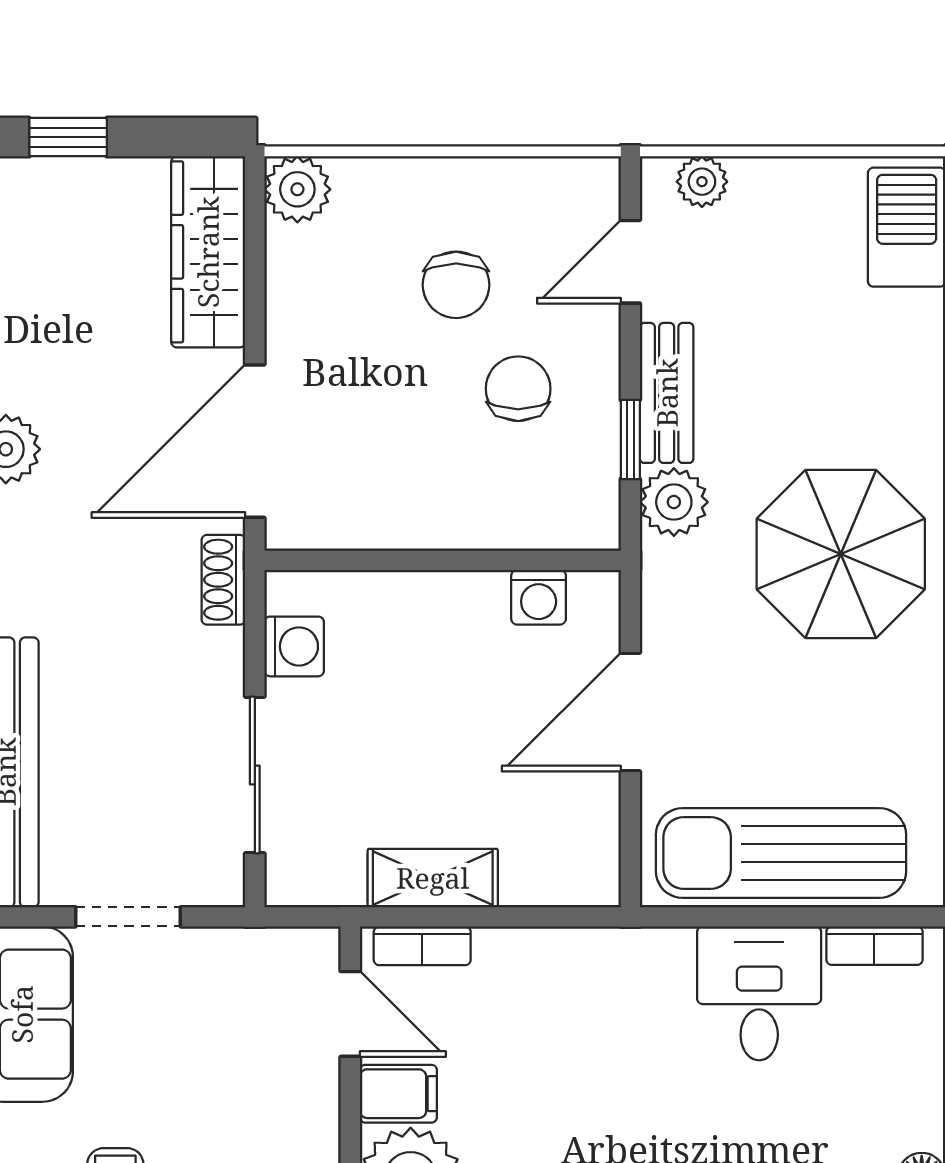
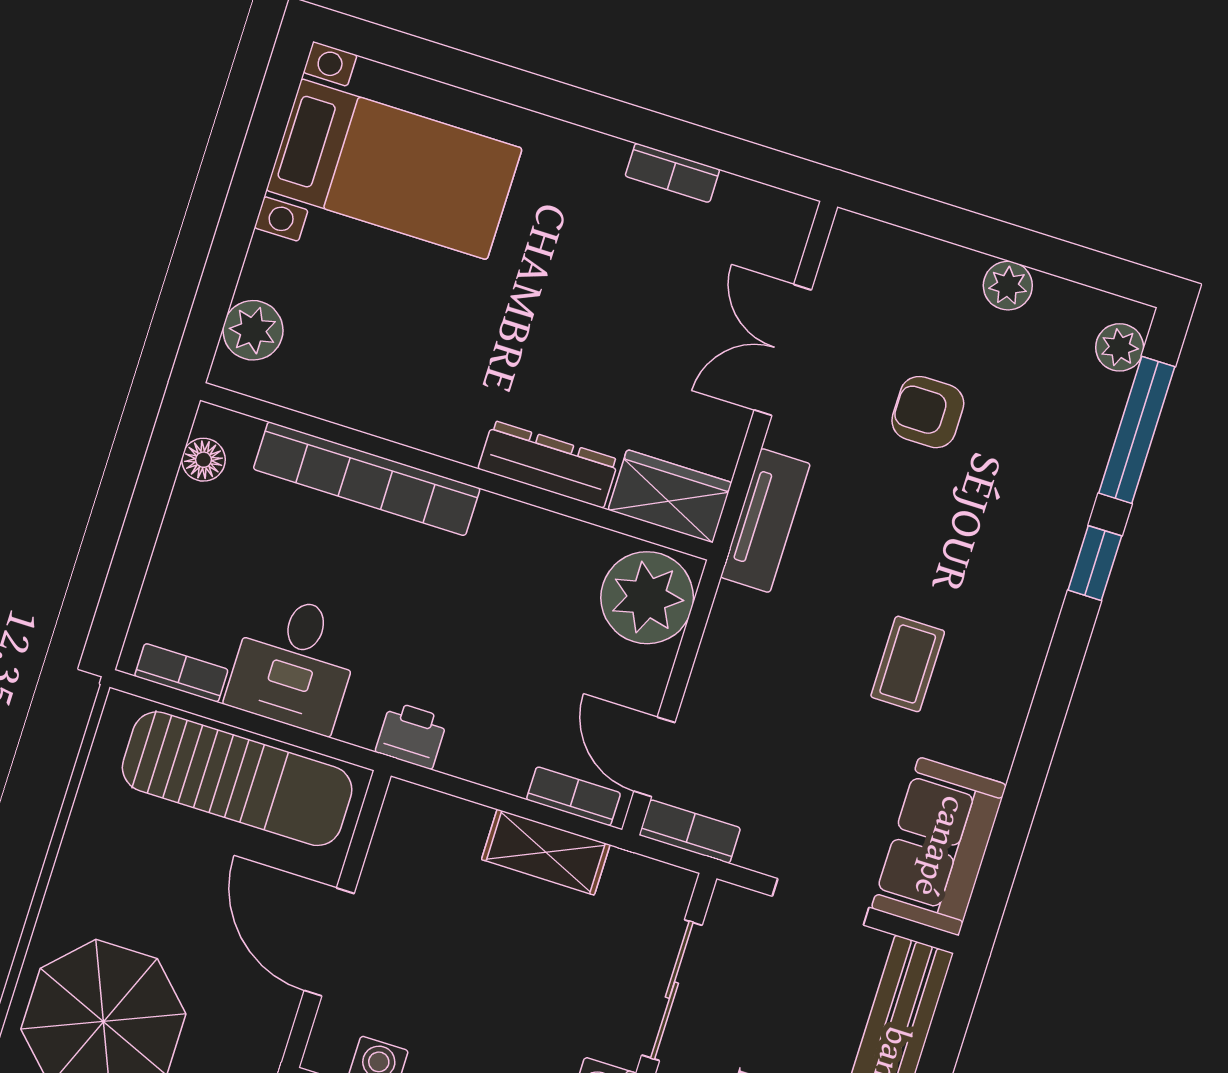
door: (630, 712) -> (329, 942), swing flipped
bookcase: (289, 947) -> (690, 832), added
printer: (612, 956) -> (411, 735), added
filing cabinet: (398, 1094) -> (635, 675), removed

